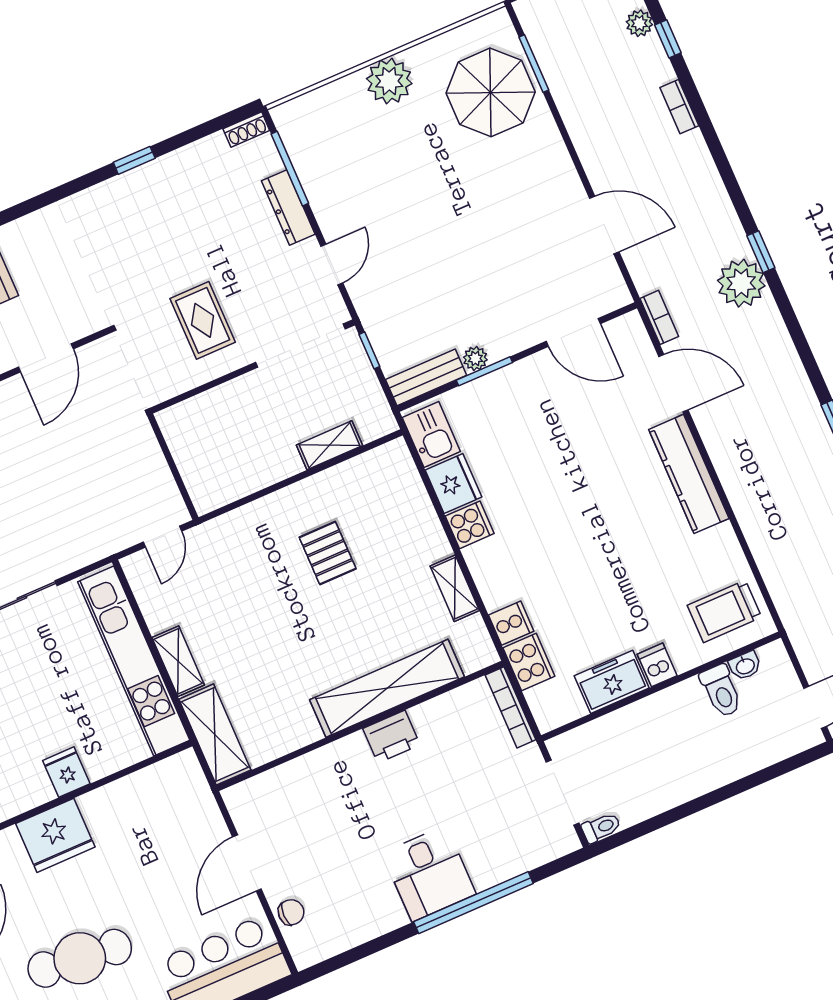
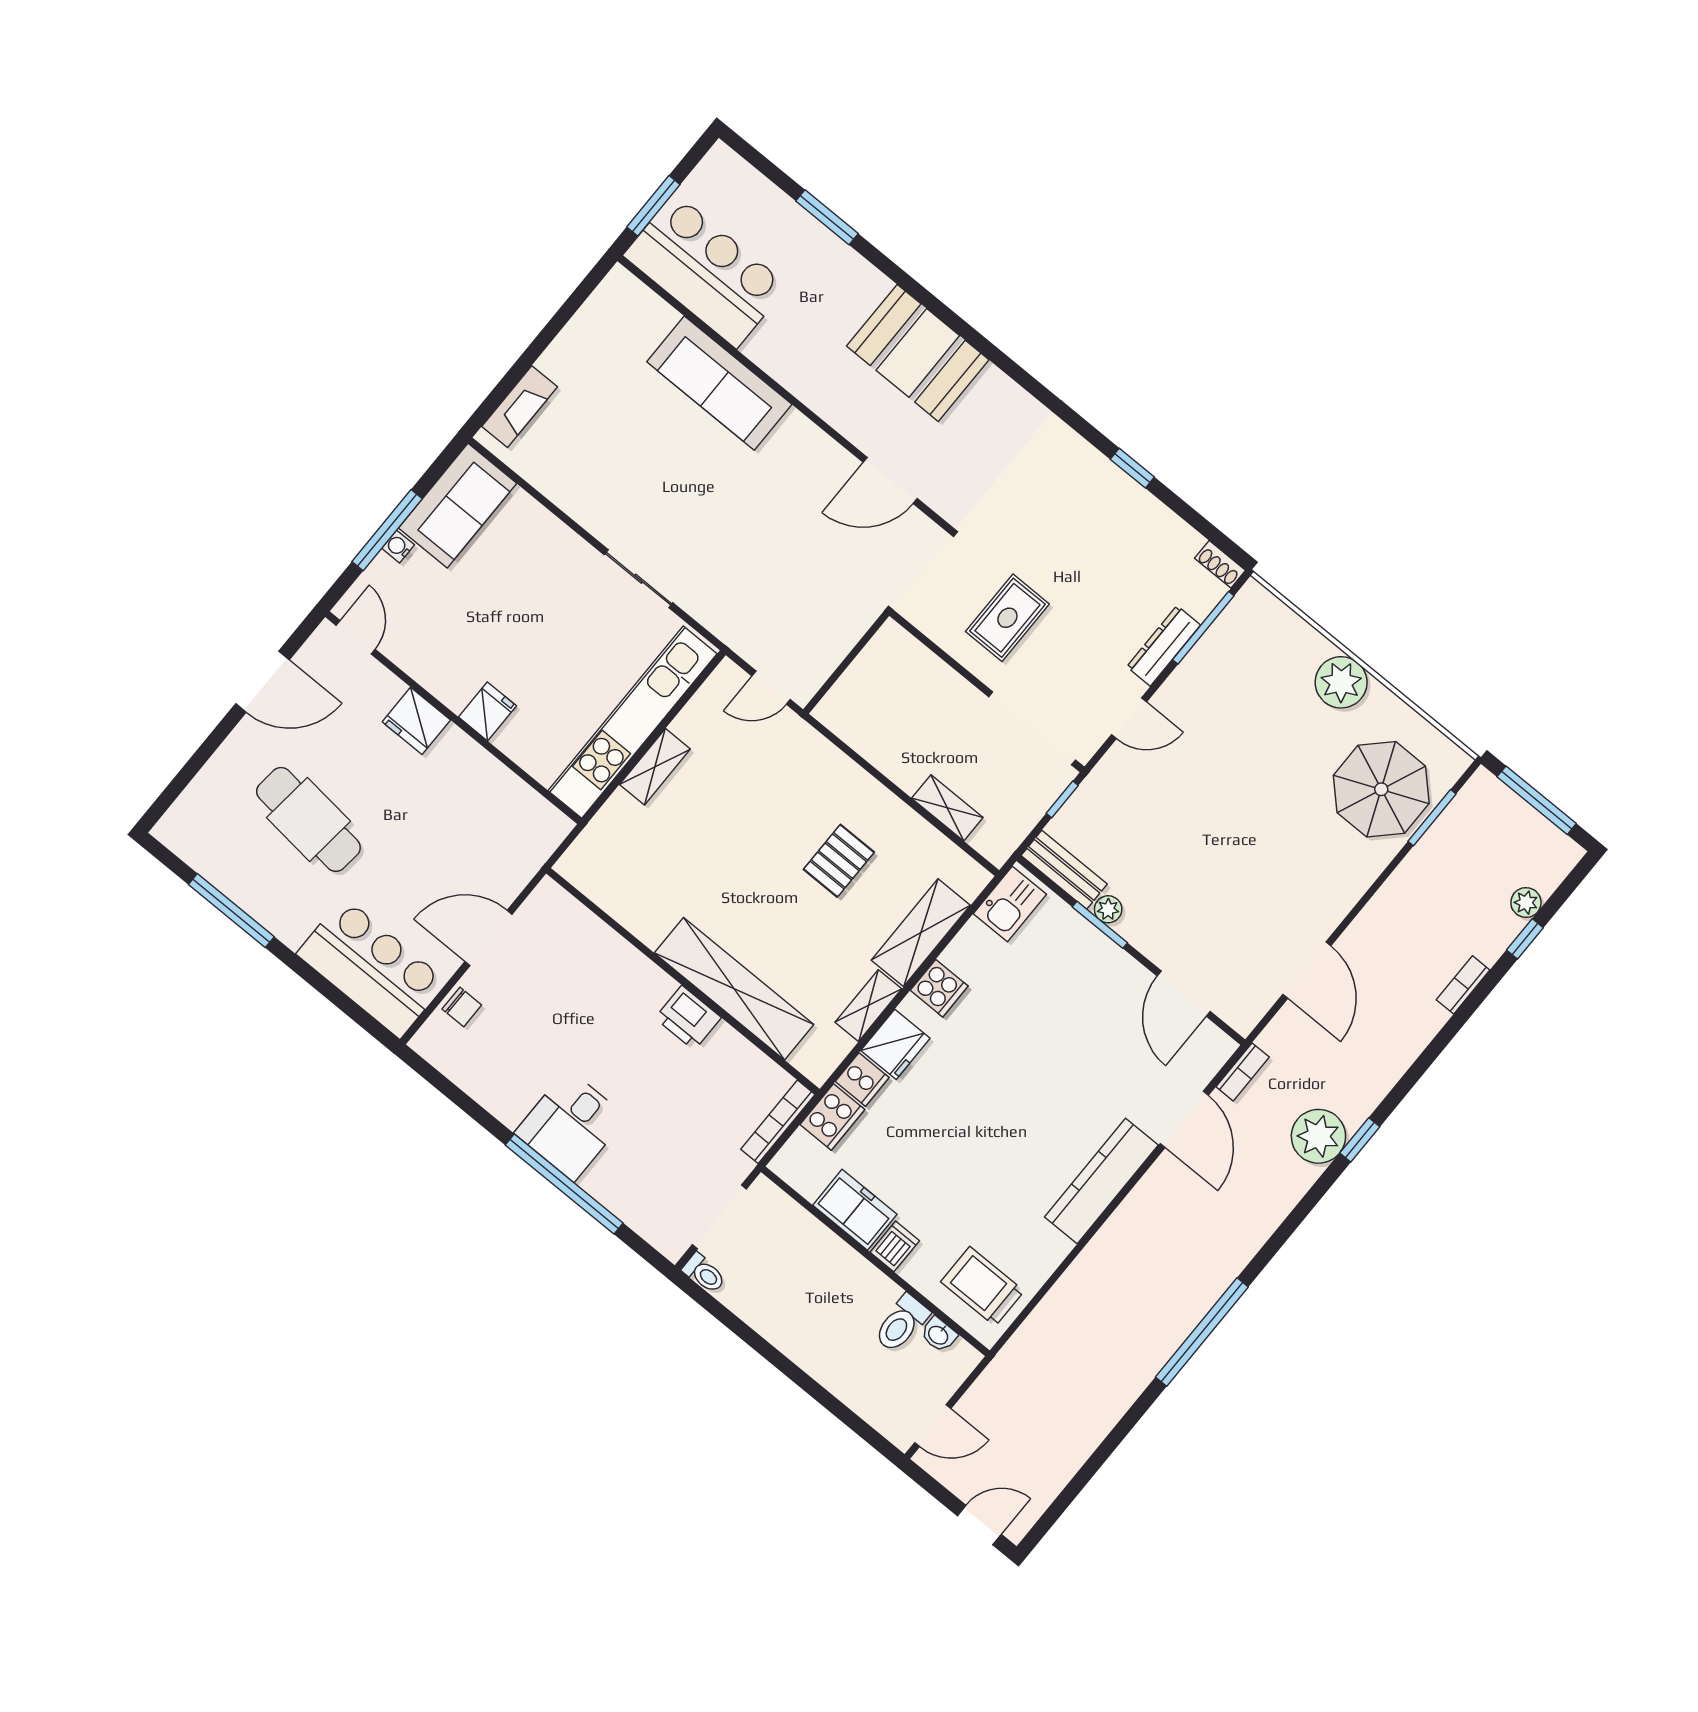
fridge: (453, 484) -> (895, 1044), moved
shelving: (215, 735) -> (921, 933), moved
fridge: (55, 835) -> (416, 721), width x0.73, depth x0.75

